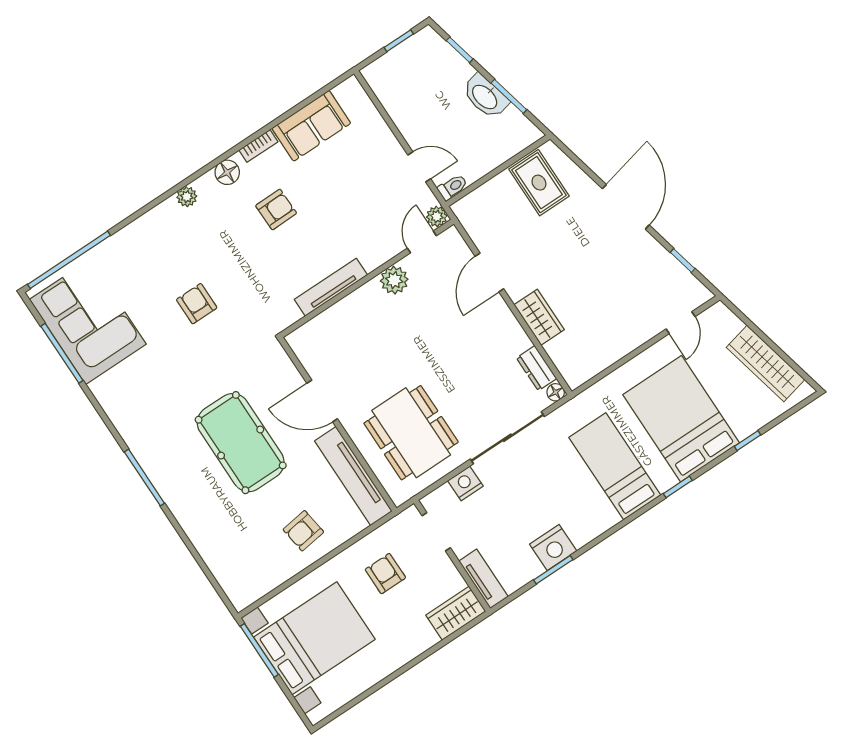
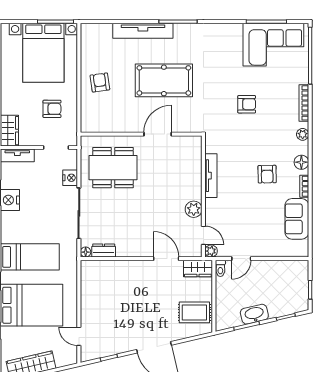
bookcase: (141, 224) -> (304, 103), added
wardrobe: (539, 317) -> (198, 268), moved
tv unit: (353, 476) -> (143, 31), moved, turned 180

